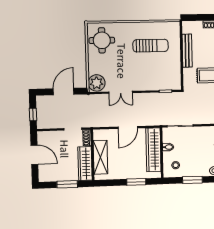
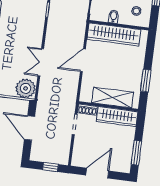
double door: (121, 92) -> (41, 62), swing flipped
door: (128, 127) -> (83, 60), swing flipped
window: (136, 182) -> (146, 81), moved
window: (67, 184) -> (136, 153), moved

